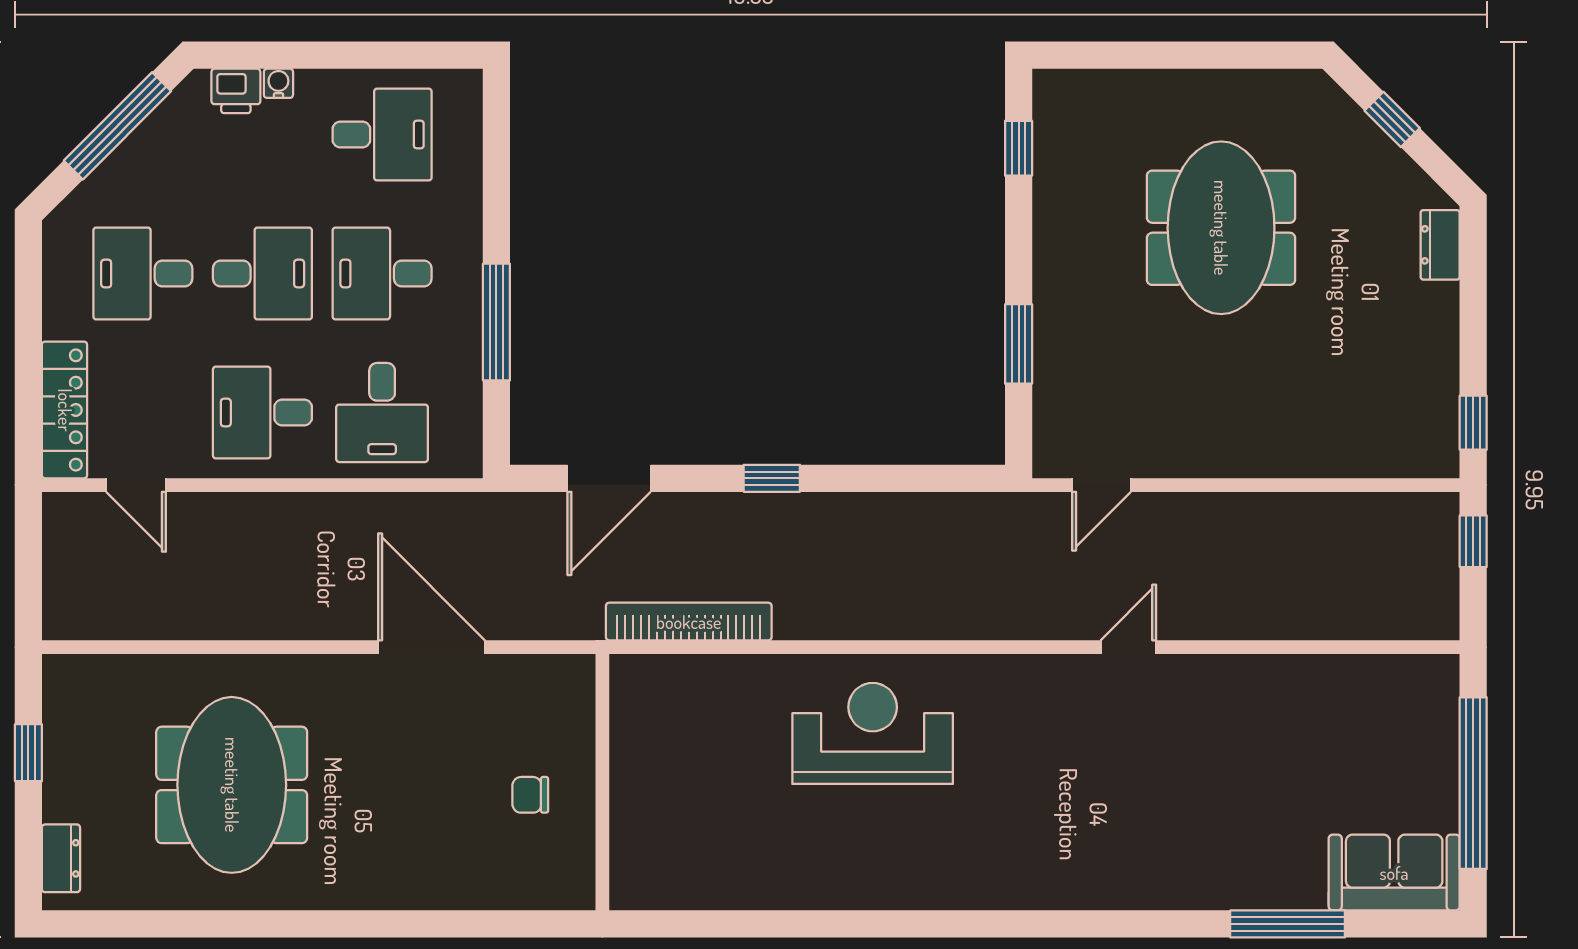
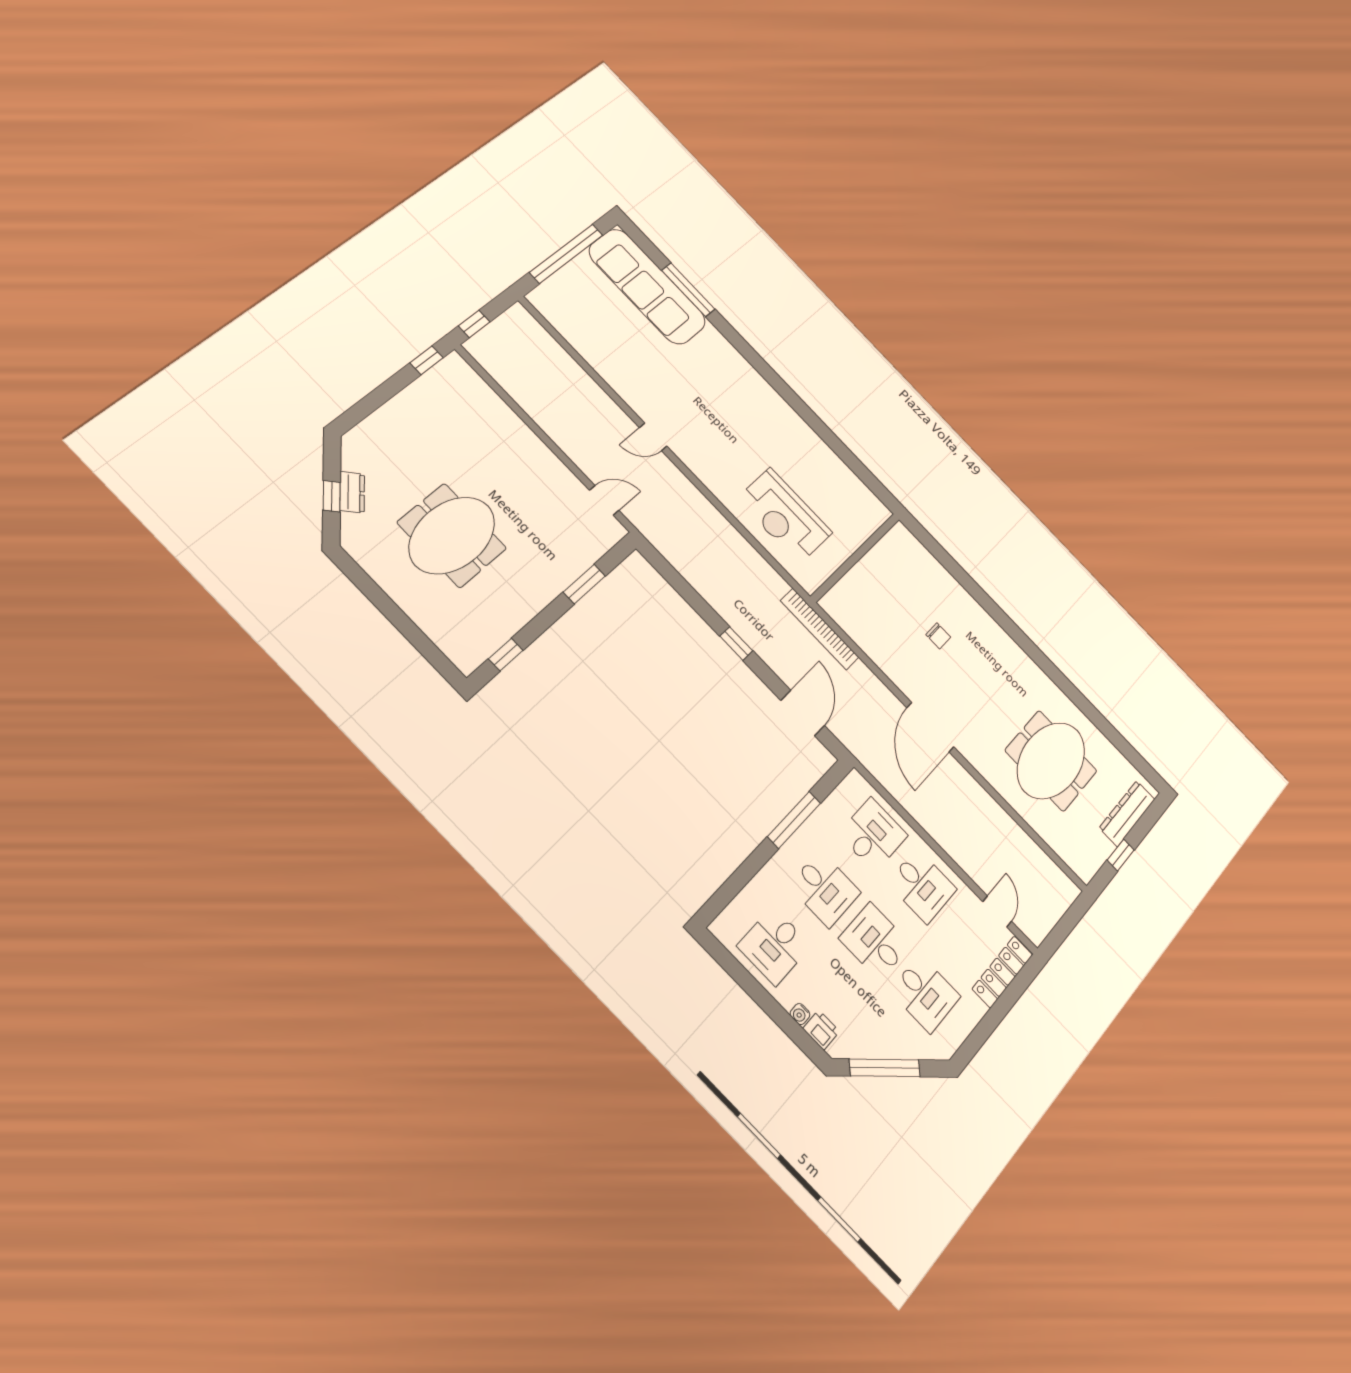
desk: (382, 135) -> (774, 946), turned -90
dresser: (1440, 245) -> (352, 492), moved, turned -45
door: (609, 478) -> (803, 713), hinge flipped
wall: (602, 782) -> (855, 557), moved
dresser: (61, 858) -> (1127, 814), width x1.96, depth x1.24
sofa: (1394, 873) -> (647, 286), width x1.85, depth x1.27

